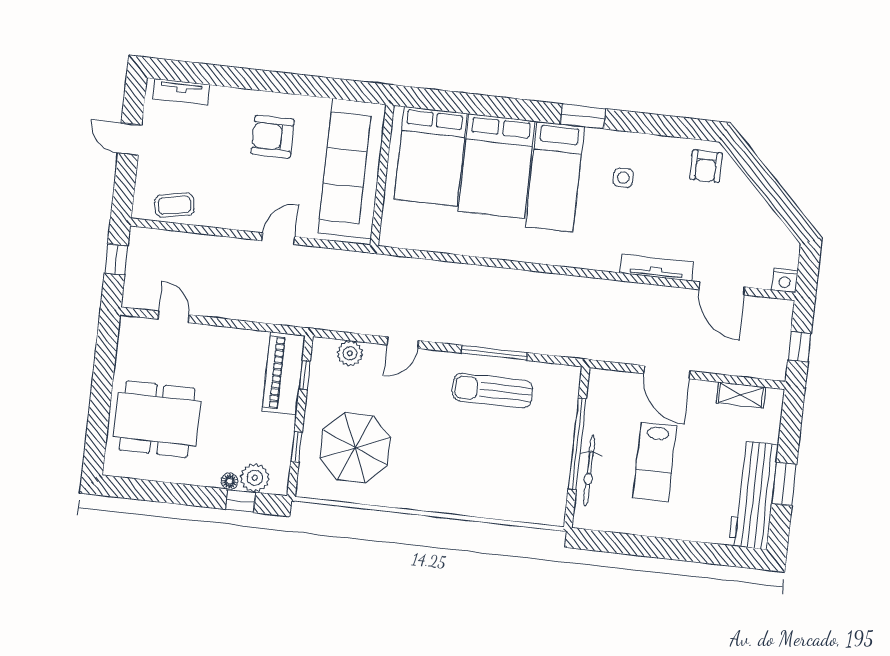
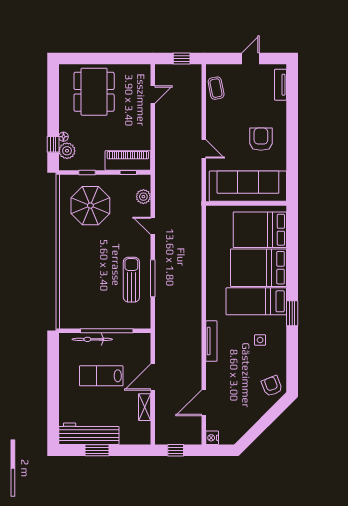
armchair: (706, 166) -> (272, 386), turned 69
tv unit: (656, 267) -> (211, 341), moved
shelving: (741, 395) -> (145, 407), moved

